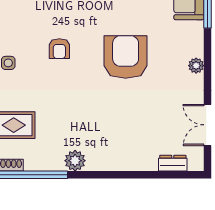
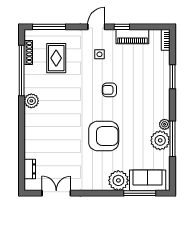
plant: (196, 66) -> (118, 180), moved, width x1.87, depth x1.87

